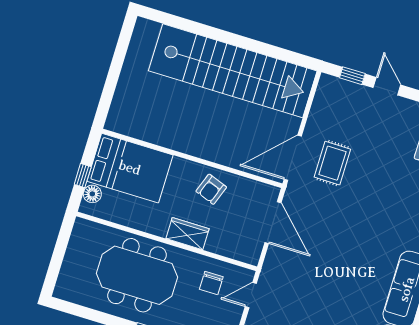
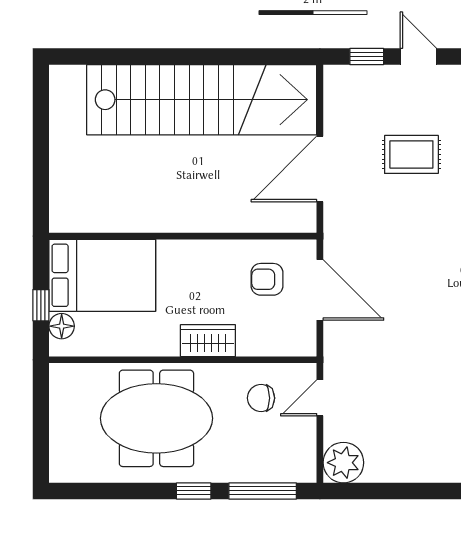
door: (293, 158) -> (320, 169), moved
rug: (332, 163) -> (411, 154), moved, turned 90
armchair: (211, 189) -> (267, 279), moved, turned 70
chair: (211, 283) -> (261, 398), turned 90

